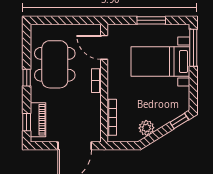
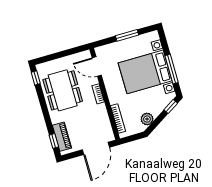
window: (193, 48) -> (172, 69), moved
bed with nightstands: (160, 62) -> (145, 72), width x1.36
window: (27, 78) -> (36, 78), moved

